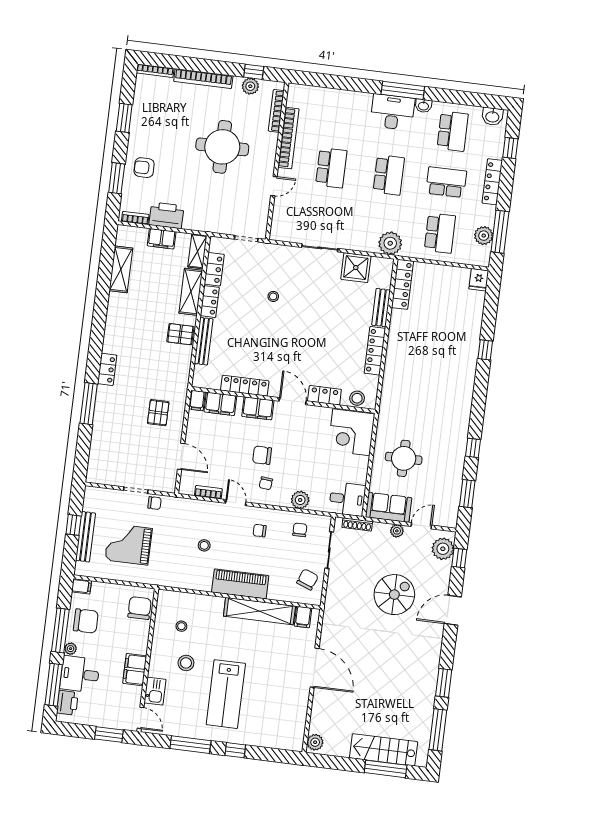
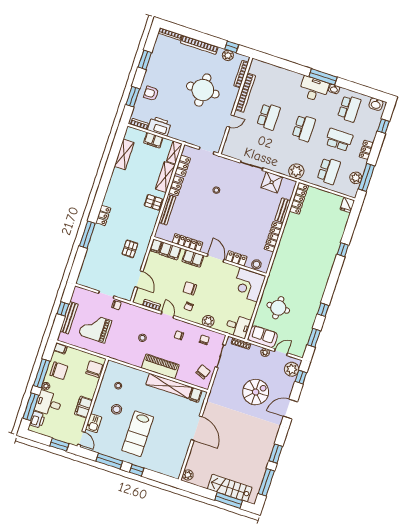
locker: (492, 182) -> (366, 150), width x0.66

